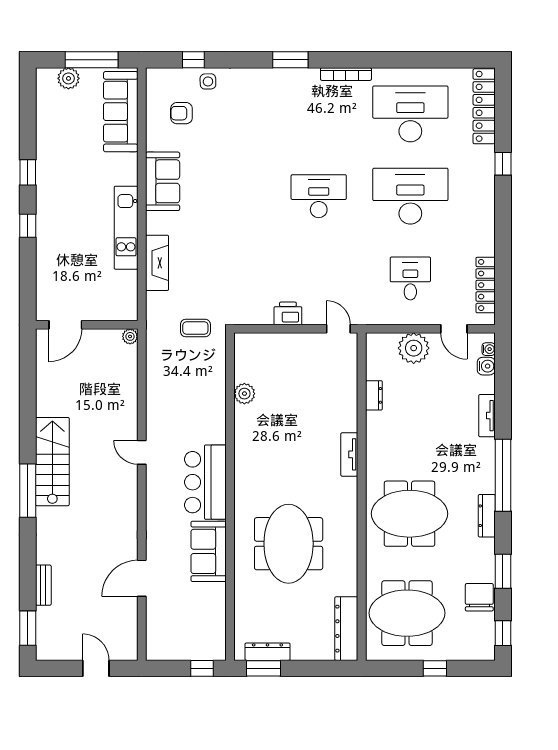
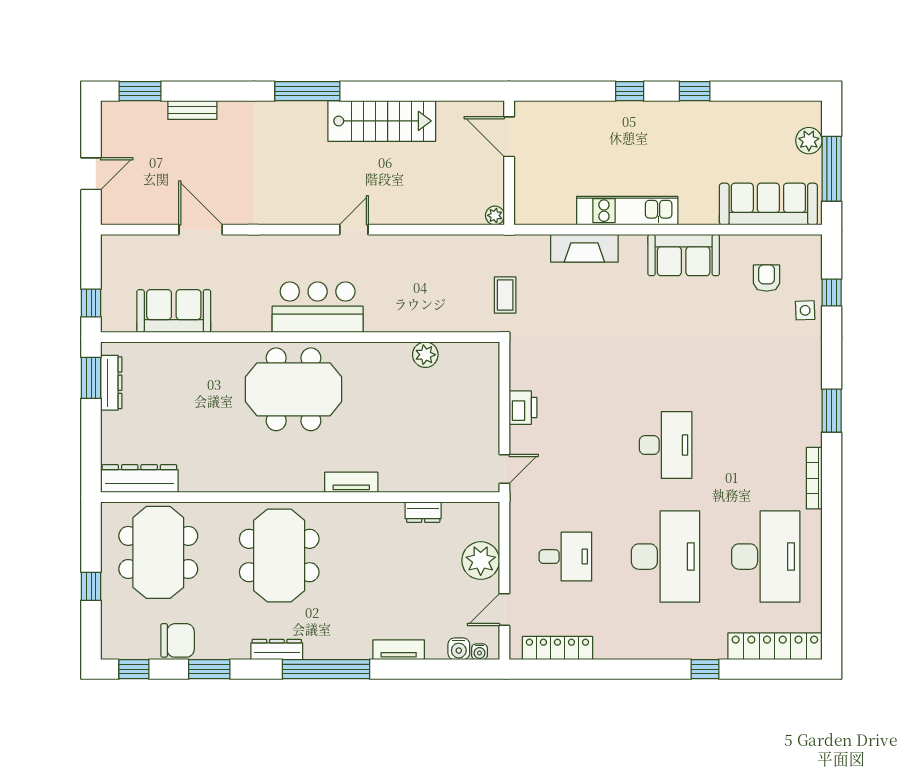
stairs: (52, 462) -> (382, 121), moved
meeting table: (289, 544) -> (294, 389), moved
sofa: (209, 551) -> (174, 311), moved

